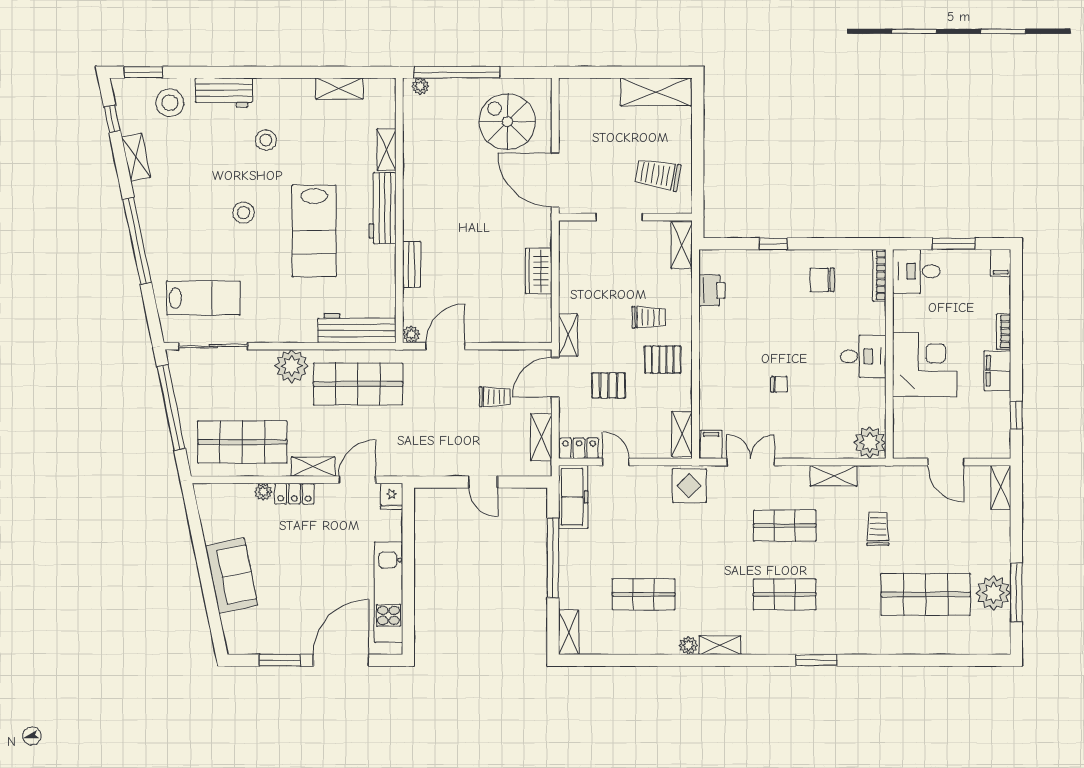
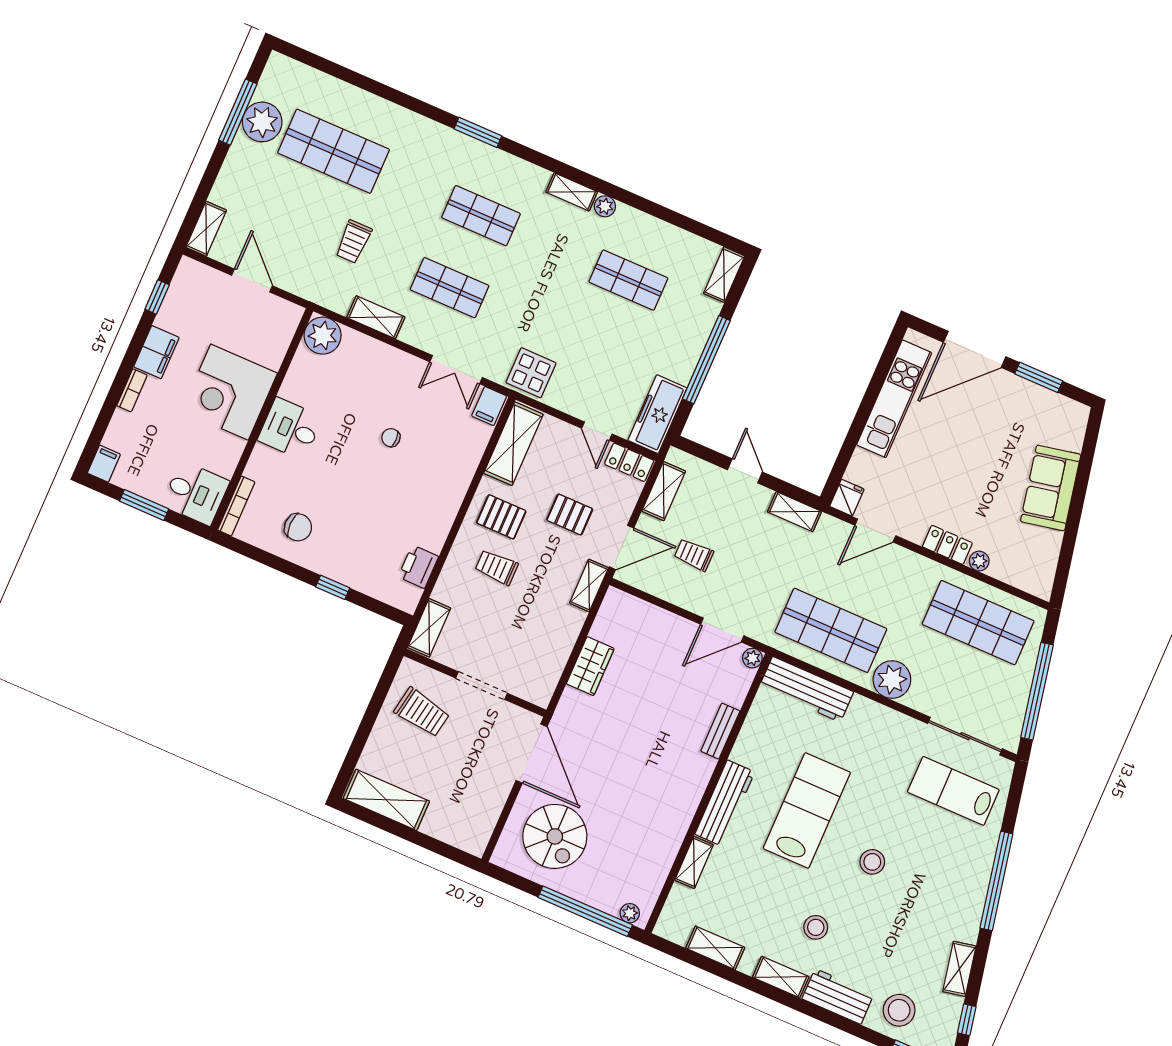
shelving: (277, 88) -> (781, 977), added
shelving: (682, 434) -> (513, 444), width x1.50, depth x1.33
shelving: (313, 467) -> (794, 512), moved

